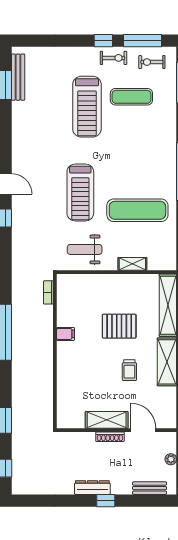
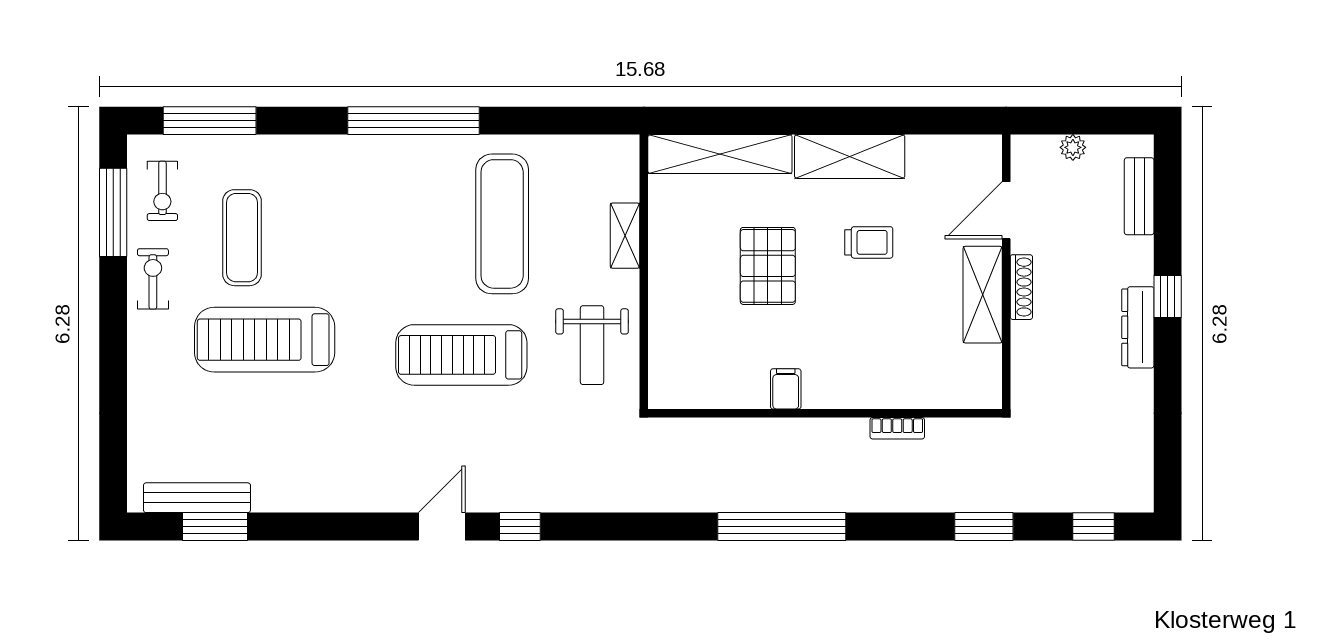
window: (103, 41) -> (113, 302), removed
treadmill: (87, 107) -> (265, 340), turned 180
treadmill: (80, 192) -> (461, 355), turned 180
bookcase: (48, 292) -> (897, 428), moved

